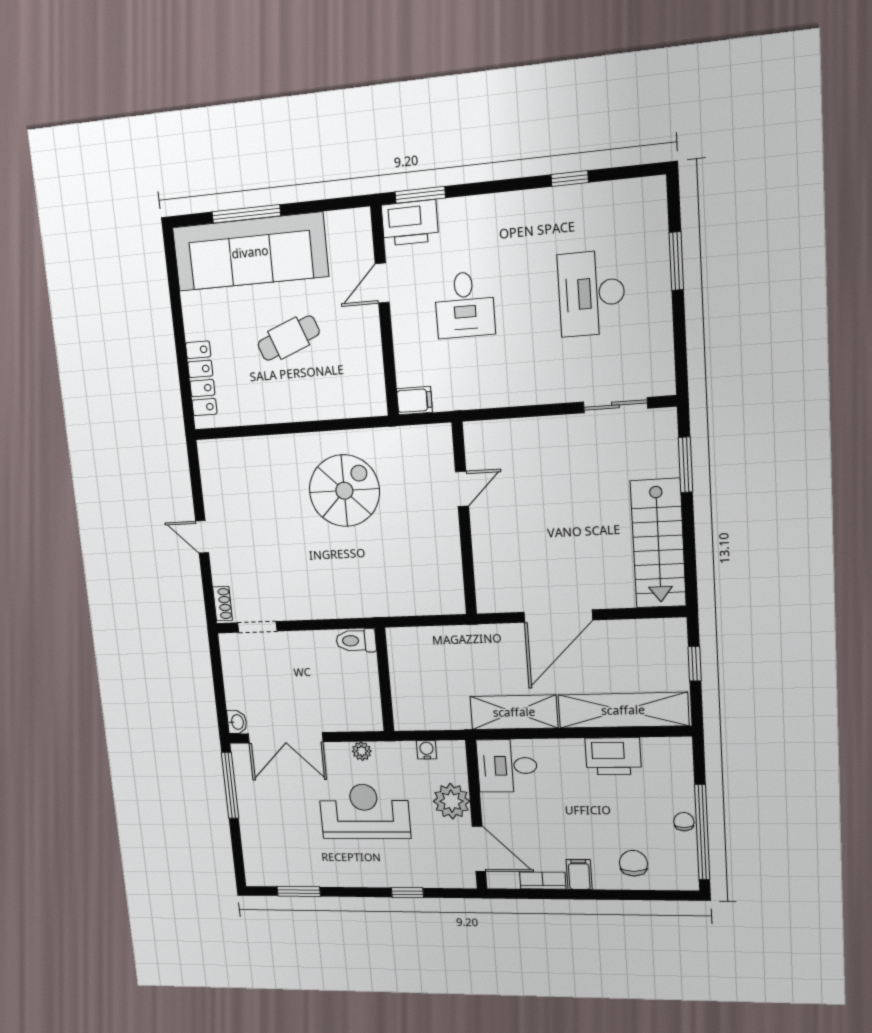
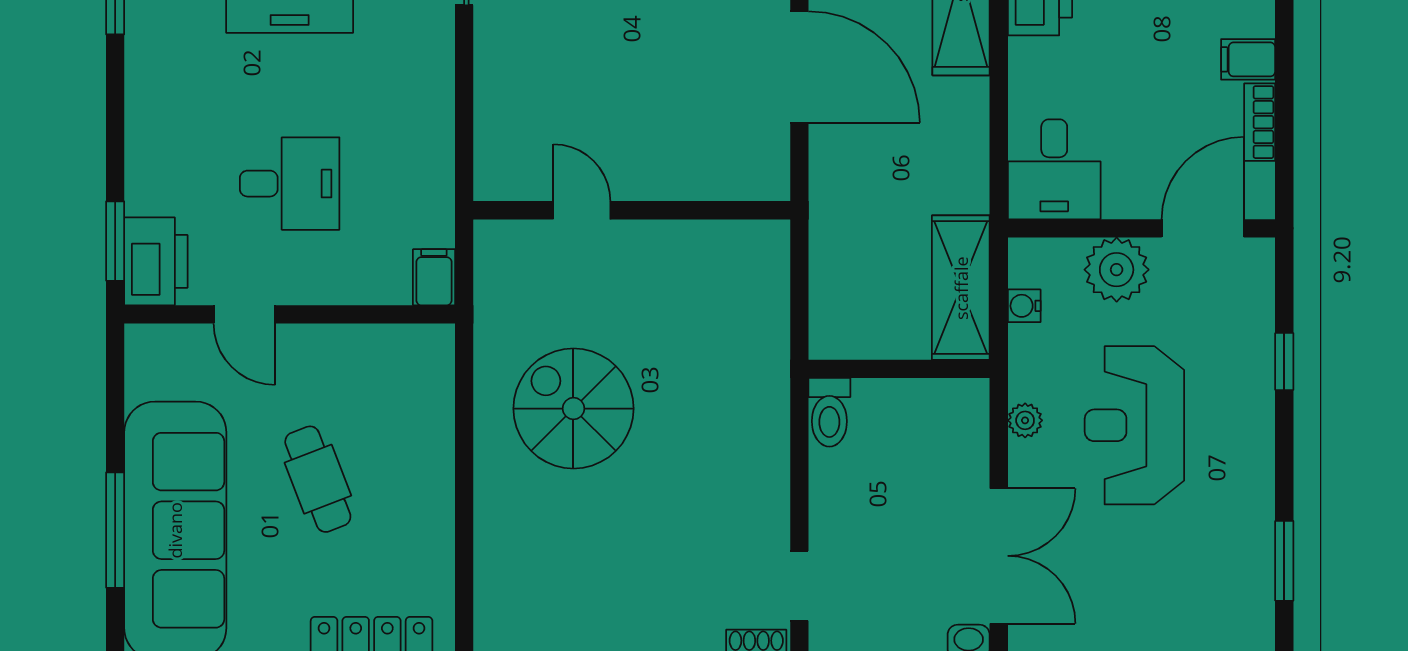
shelving: (514, 712) -> (961, 288), moved

